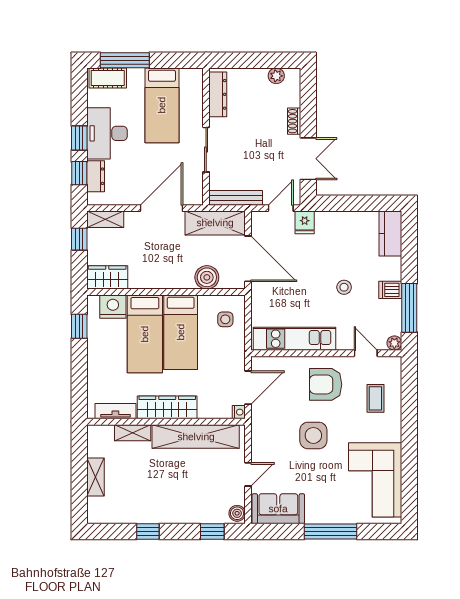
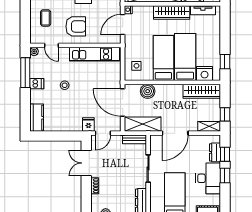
bench: (236, 198) -> (135, 139), width x0.73
wardrobe: (107, 277) -> (202, 91), width x1.50

